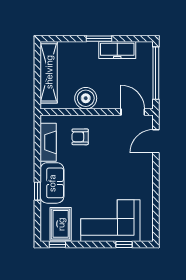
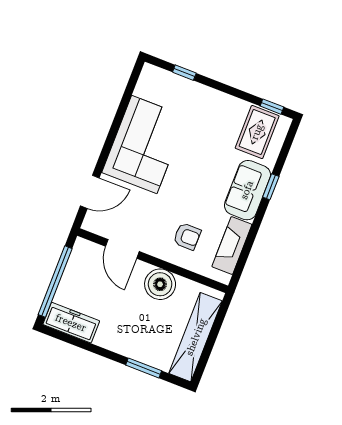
window: (99, 39) -> (144, 368), moved
freezer: (117, 50) -> (71, 323), moved
door: (133, 112) -> (122, 249), moved
corner sofa: (110, 221) -> (144, 145), moved, turned -90

